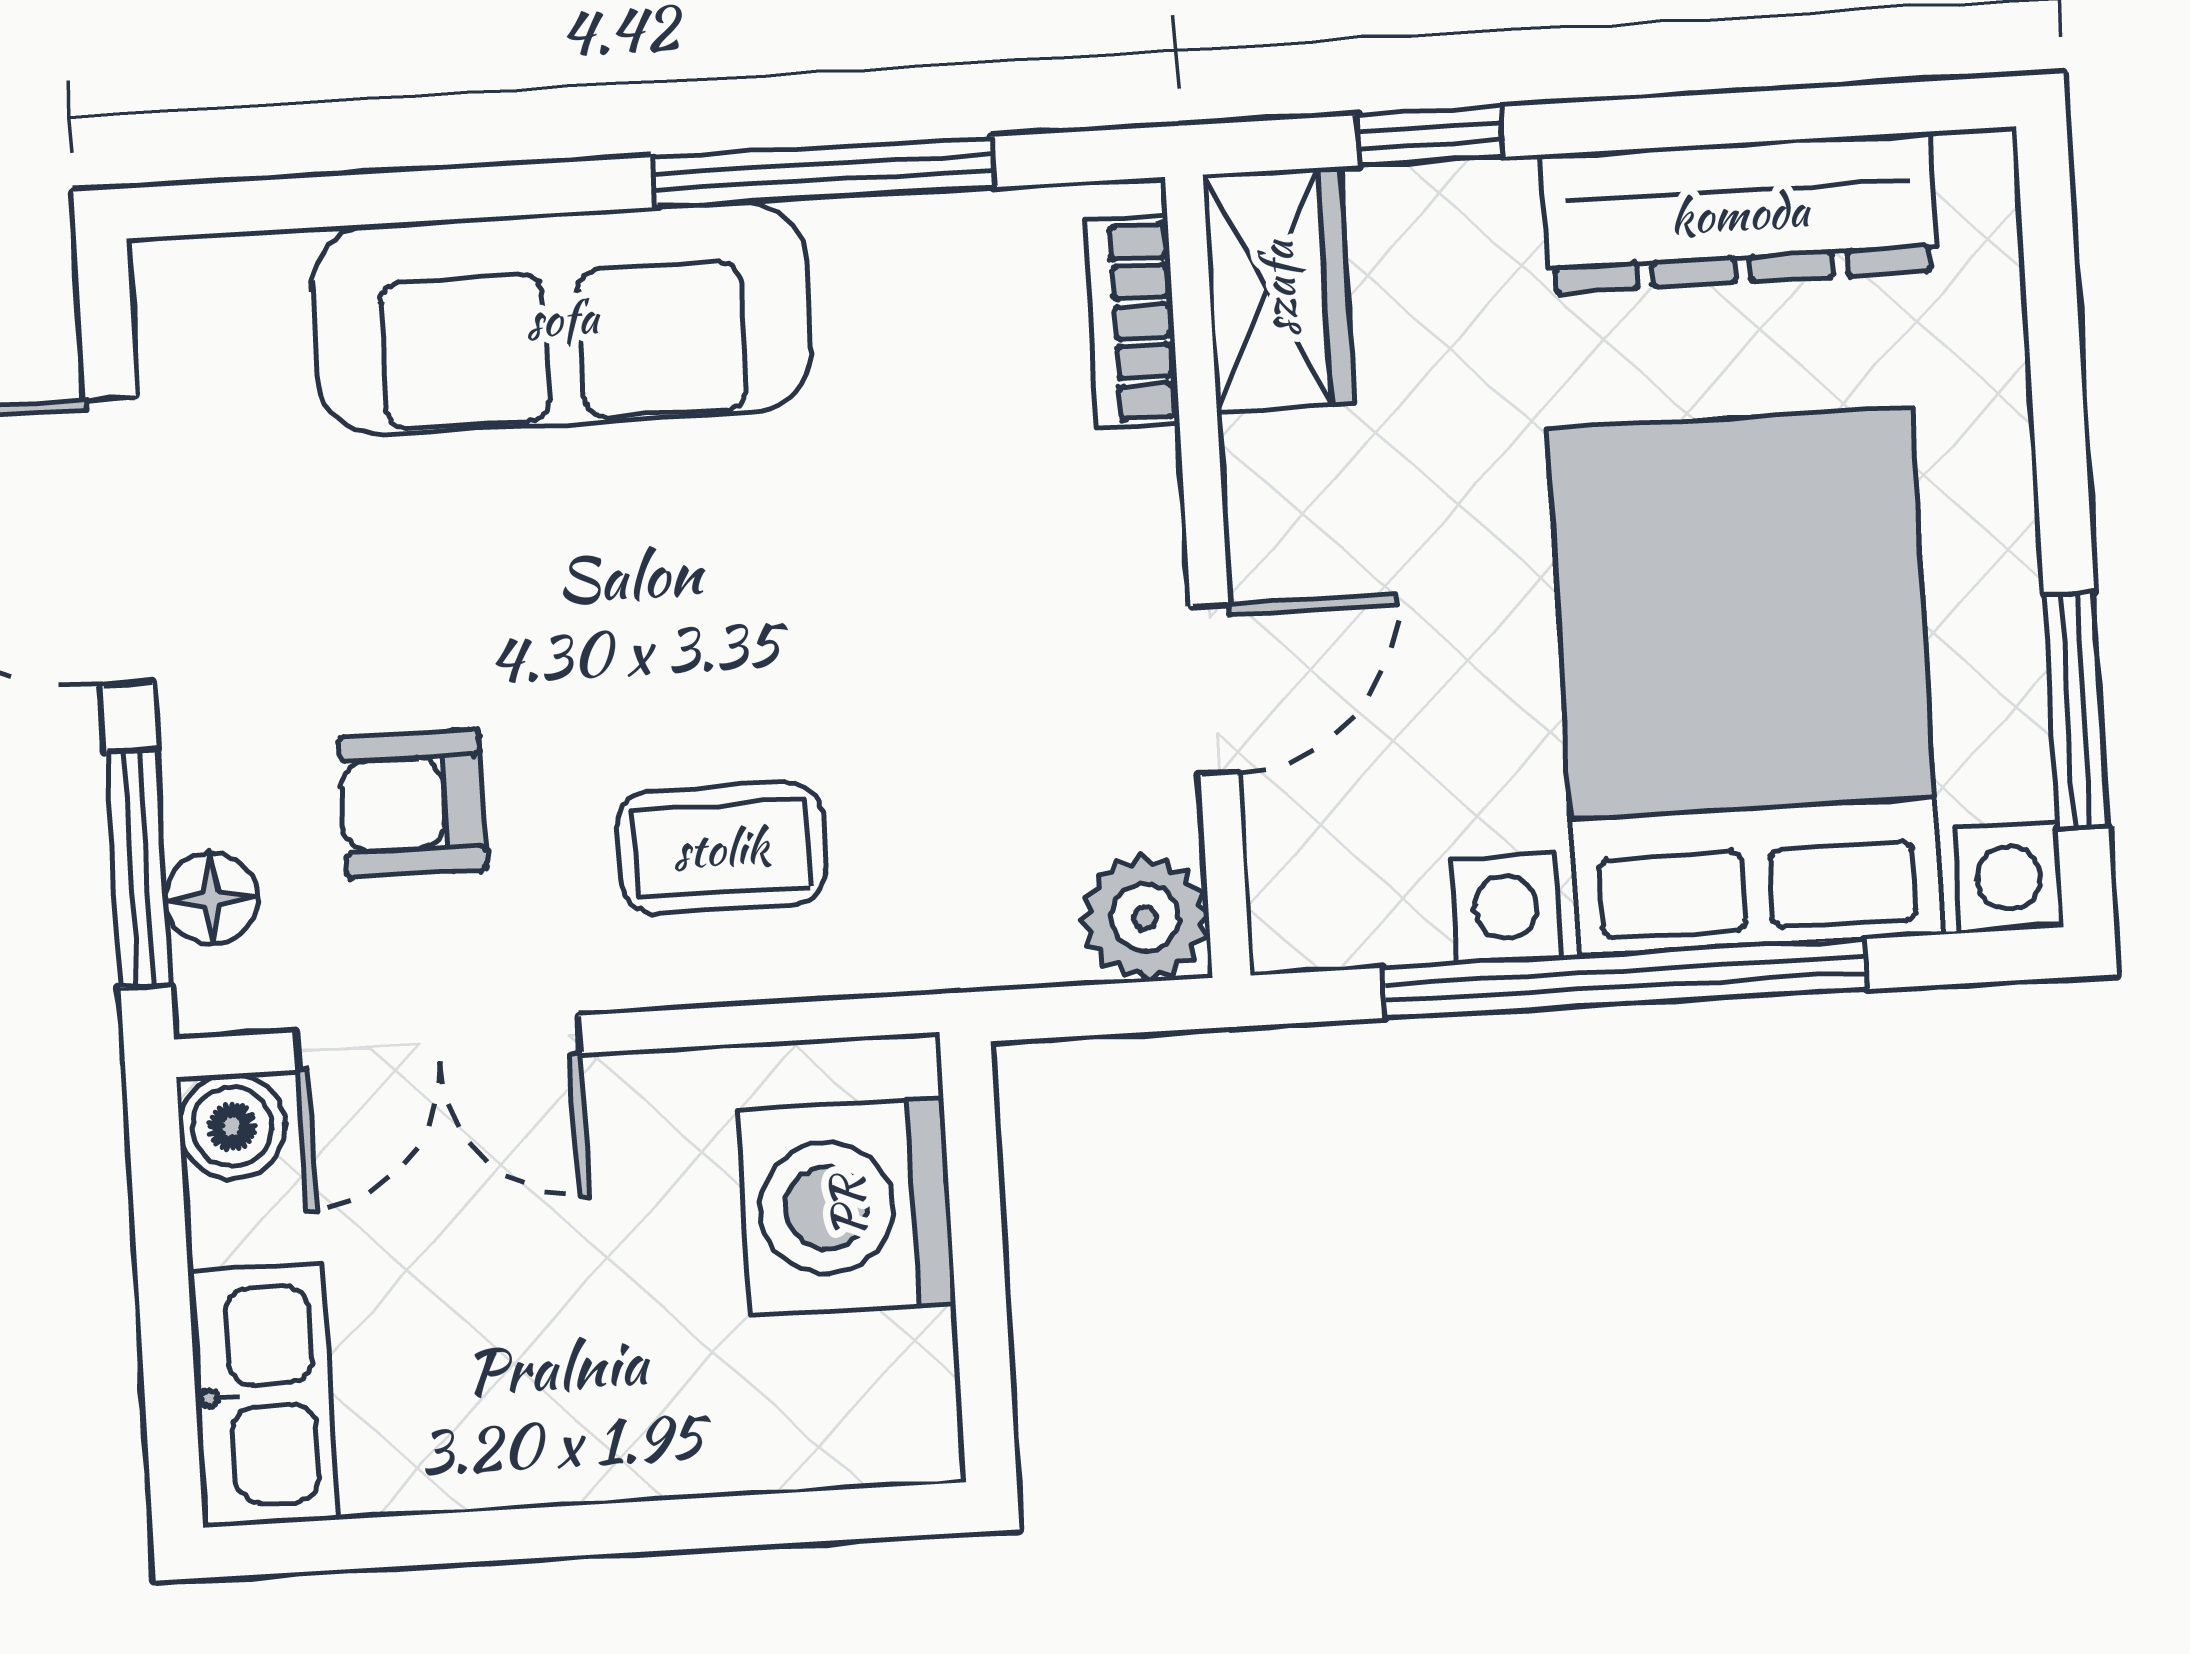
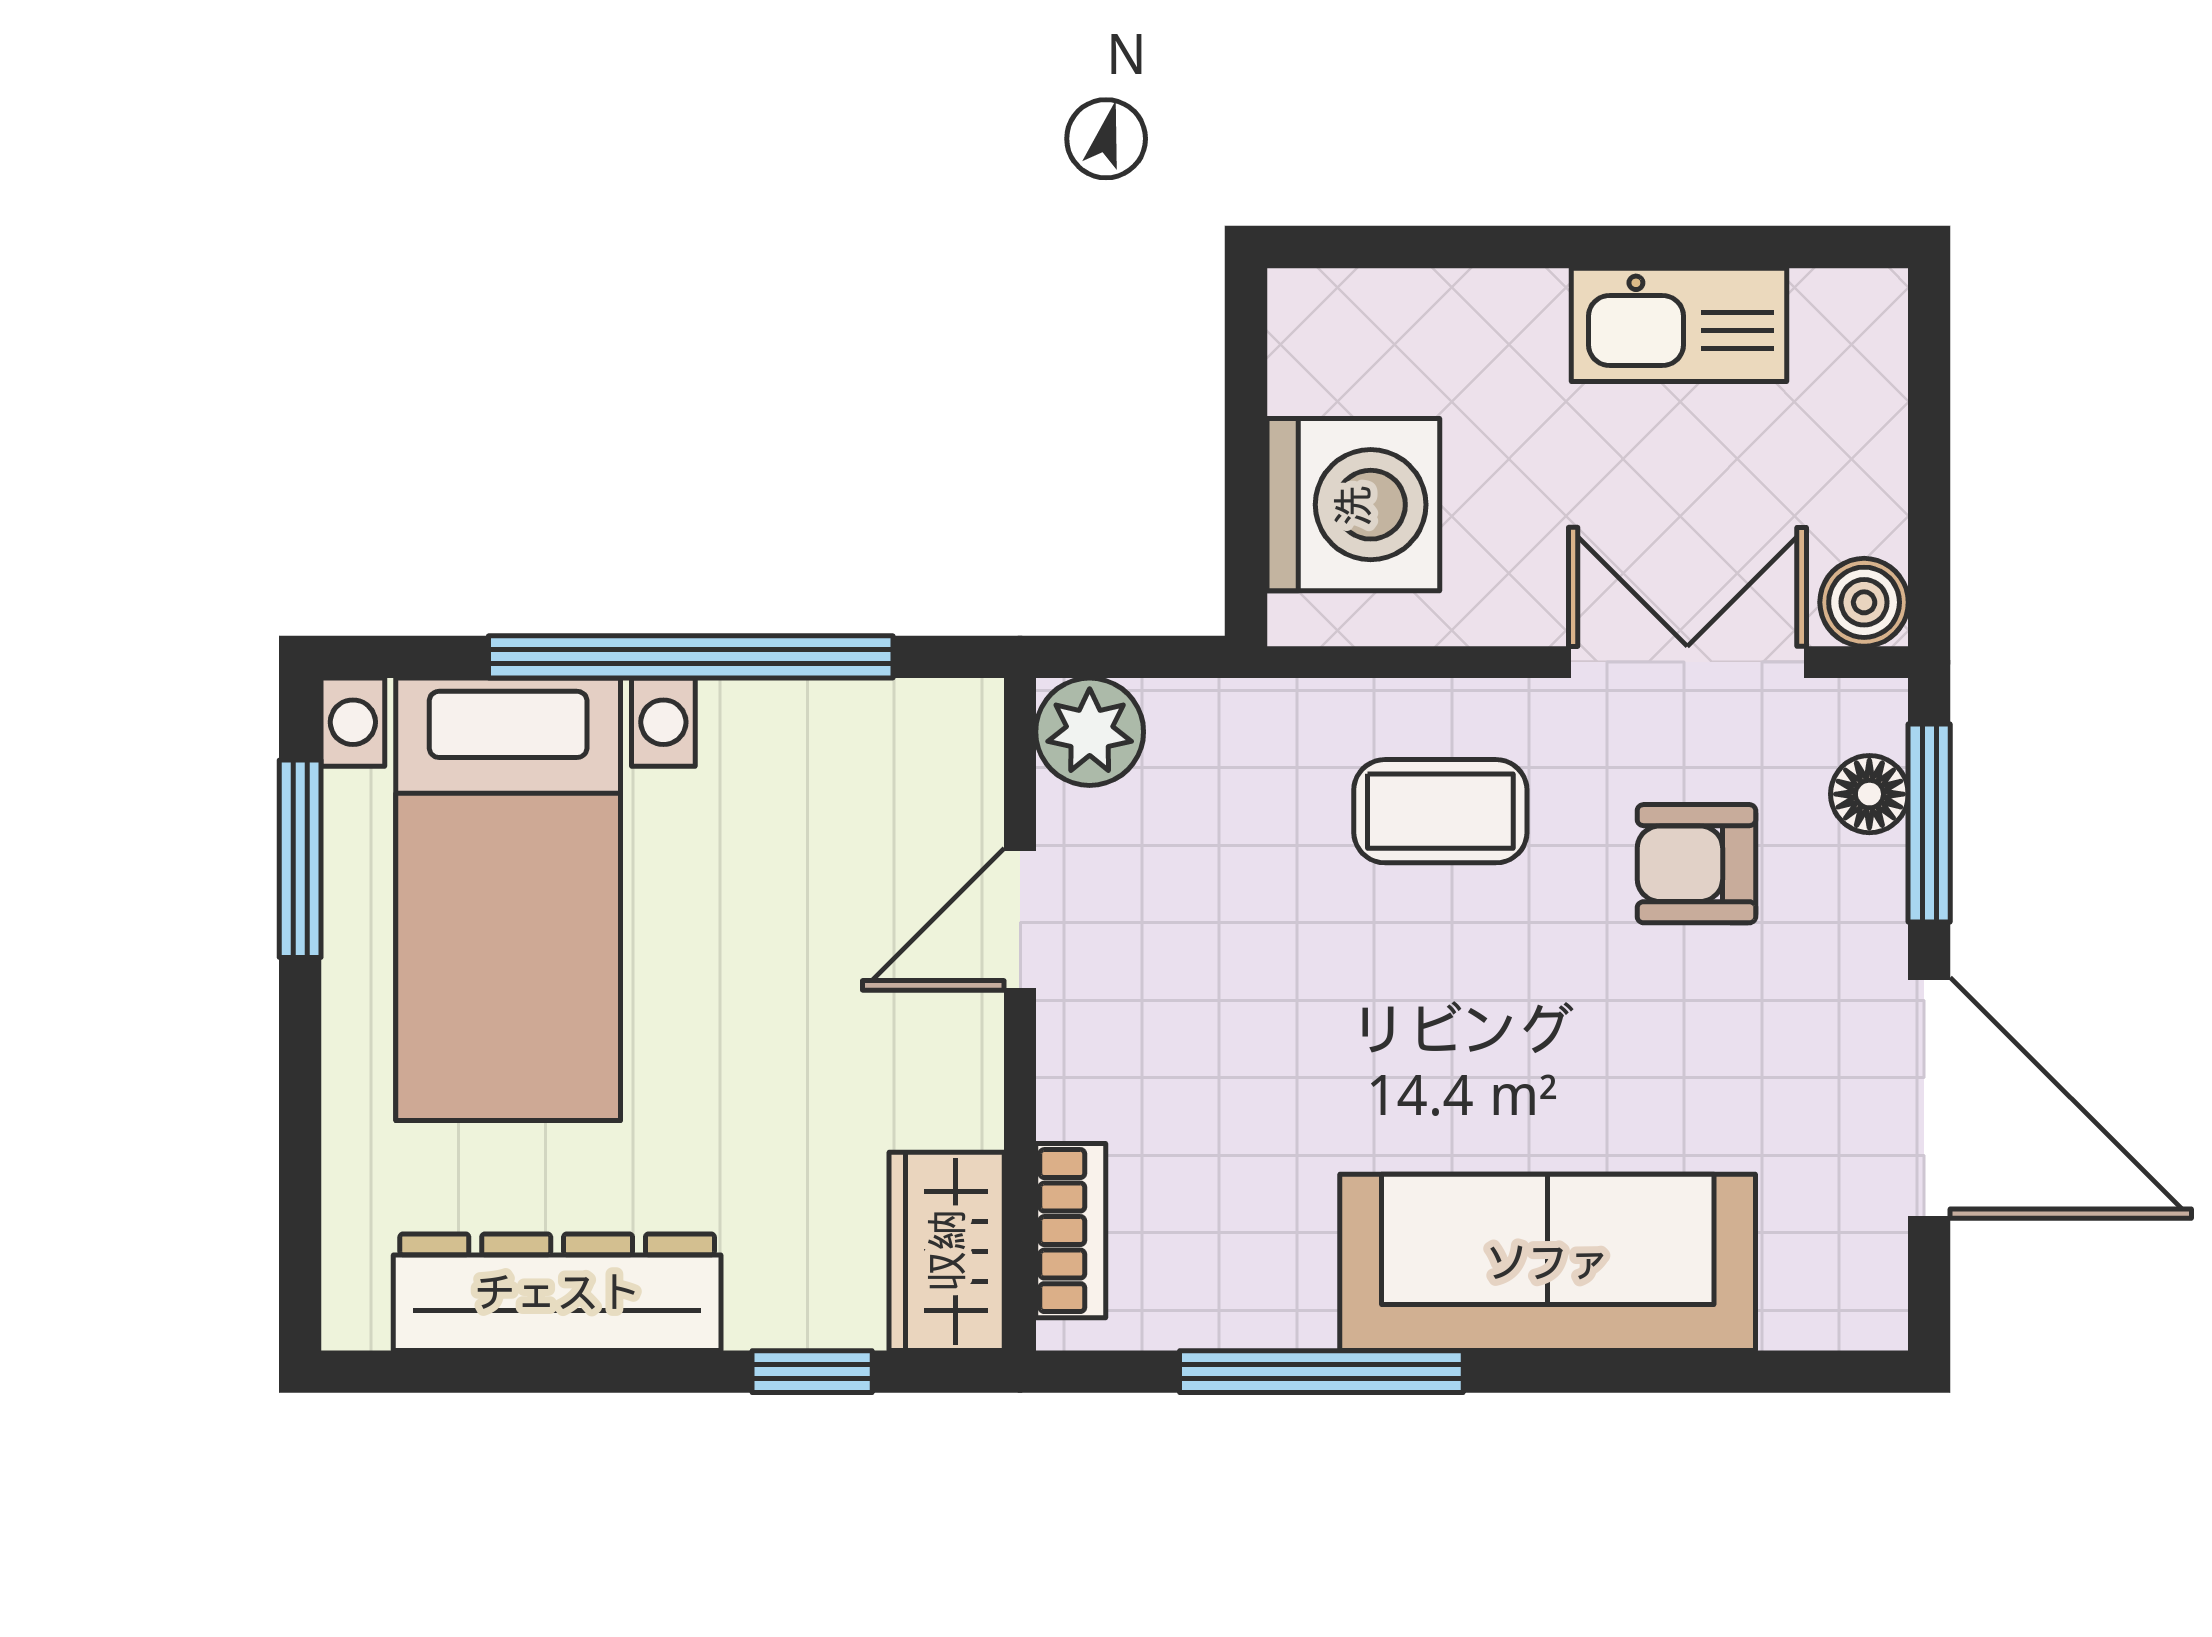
bed with nightstands: (1745, 682) -> (508, 899), width x0.73
armchair: (413, 803) -> (1696, 864), turned 180
kitchen sink: (263, 1395) -> (1679, 325), moved, turned -90

